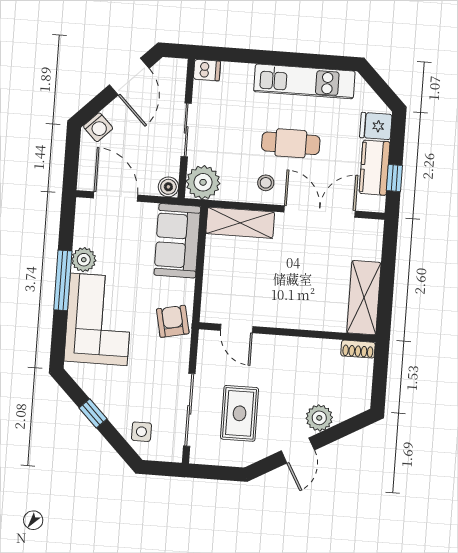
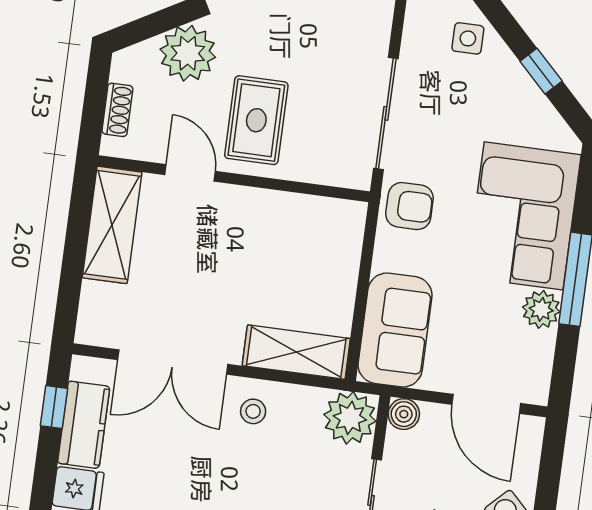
cafe table: (291, 143) -> (211, 470), removed
armchair: (173, 321) -> (409, 206), turned -78
door: (237, 328) -> (190, 173), moved
shoe rack: (358, 349) -> (117, 110), moved, turned 90
sliding door: (189, 410) -> (386, 113), moved
rug: (240, 413) -> (256, 120), moved
plant: (319, 418) -> (188, 53), width x1.36, depth x1.36

